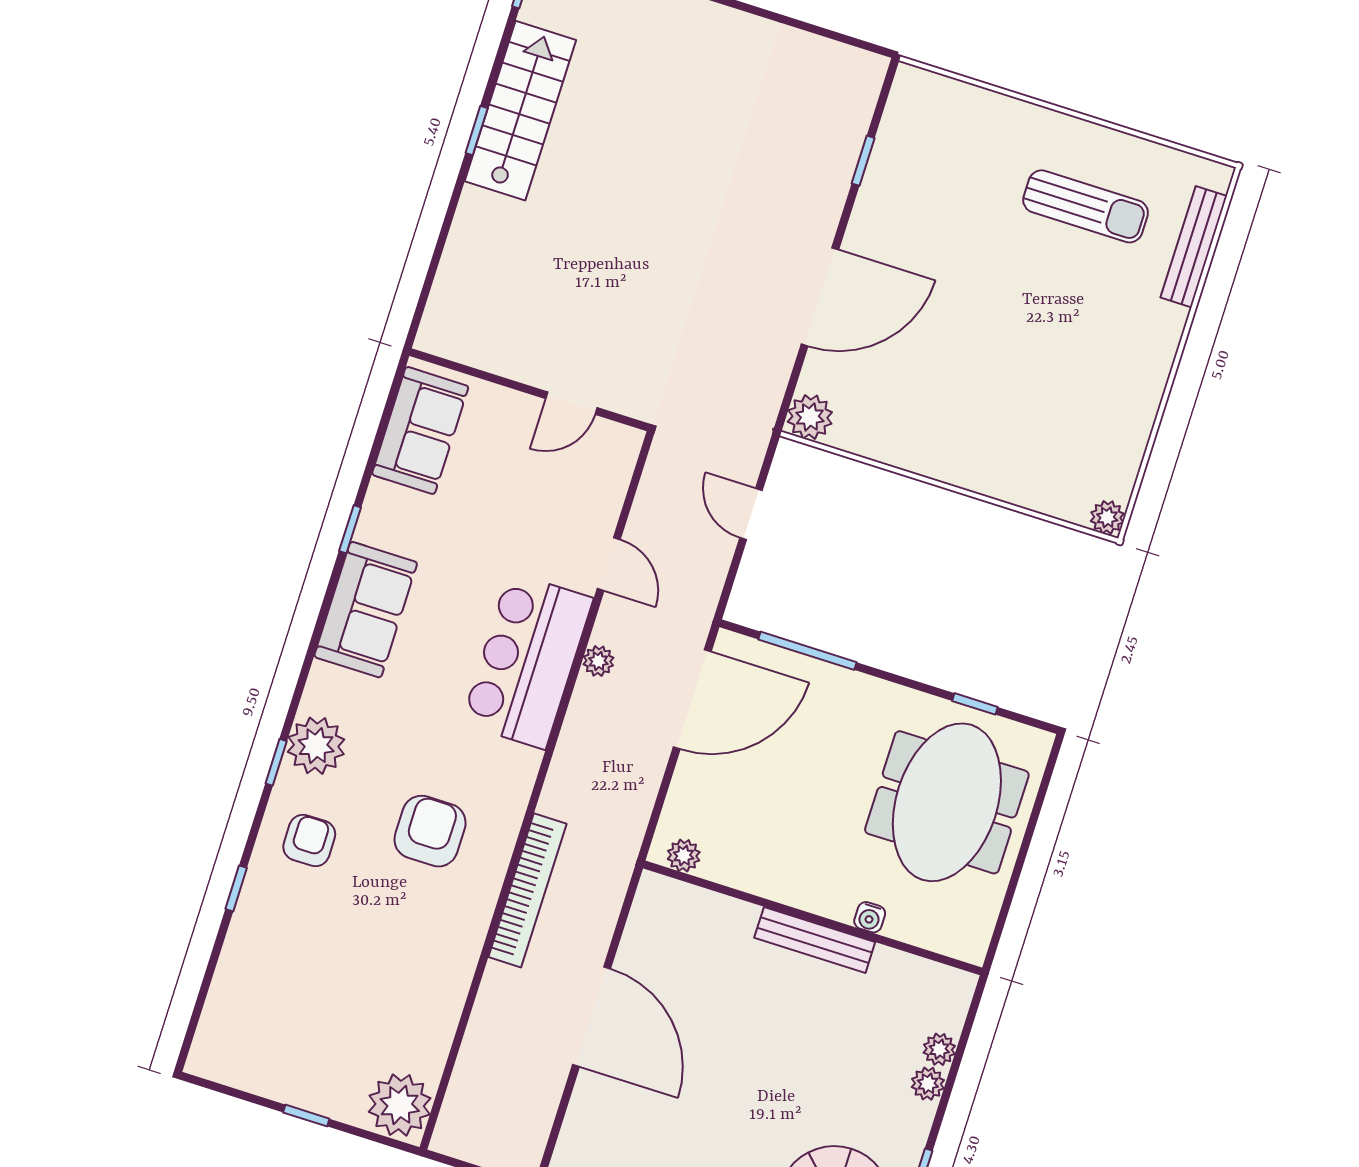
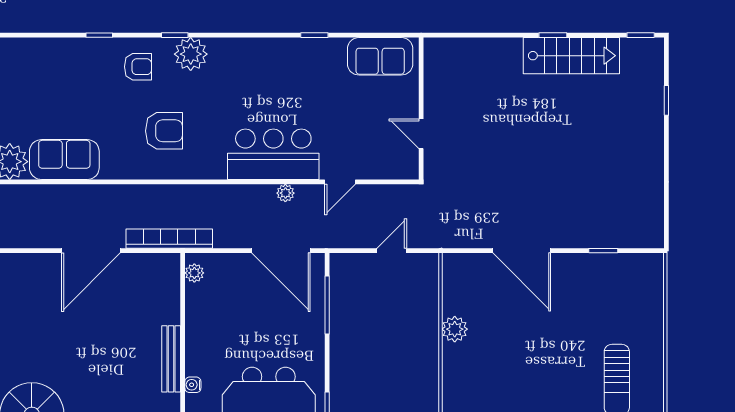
plant: (810, 417) -> (455, 329), moved
sofa: (366, 610) -> (64, 160), moved, turned 180
bookcase: (527, 890) -> (169, 239), moved, turned 180

